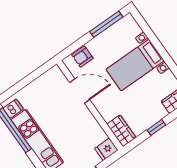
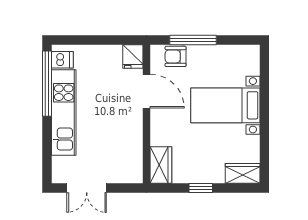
window: (106, 24) -> (193, 40), moved
fridge: (106, 149) -> (133, 56), moved, turned -90

